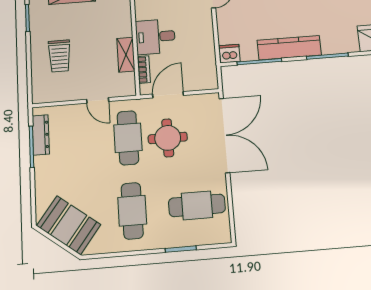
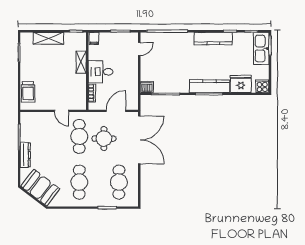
kitchen counter: (289, 48) -> (210, 86), moved
shelving: (126, 55) -> (81, 62), moved
trolley: (59, 56) -> (28, 92), moved
door: (168, 95) -> (116, 111), moved
dresser: (41, 135) -> (25, 155), moved
cafe table: (197, 205) -> (119, 182), turned 90

